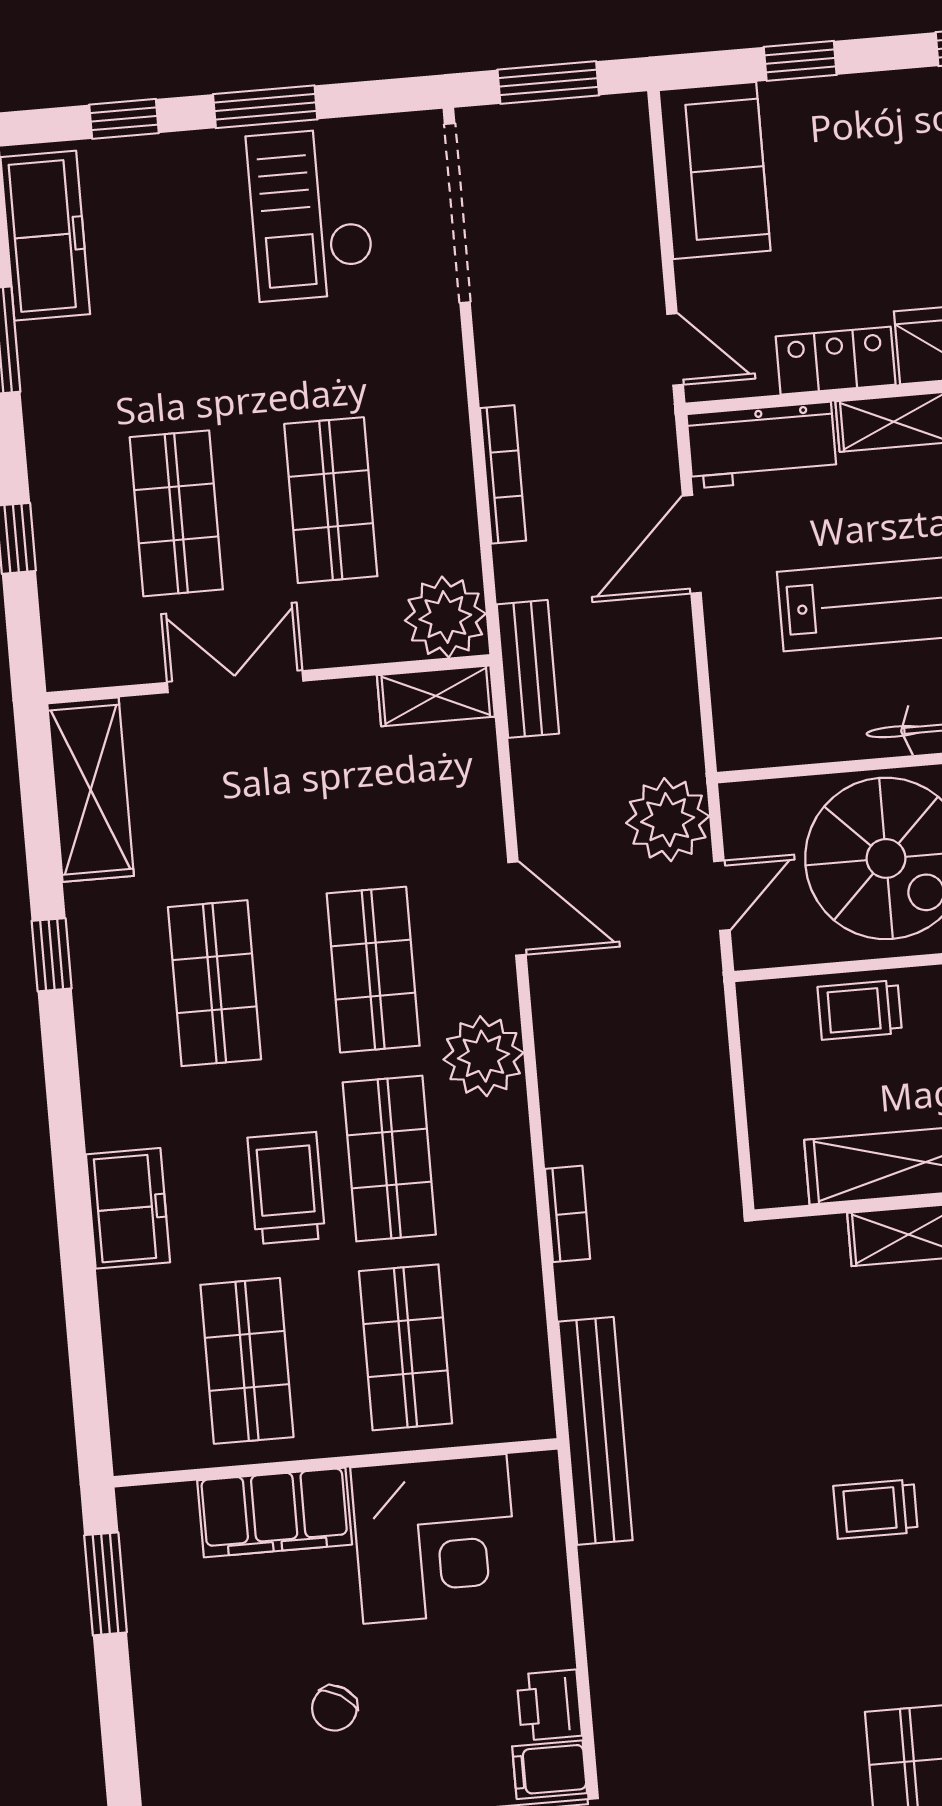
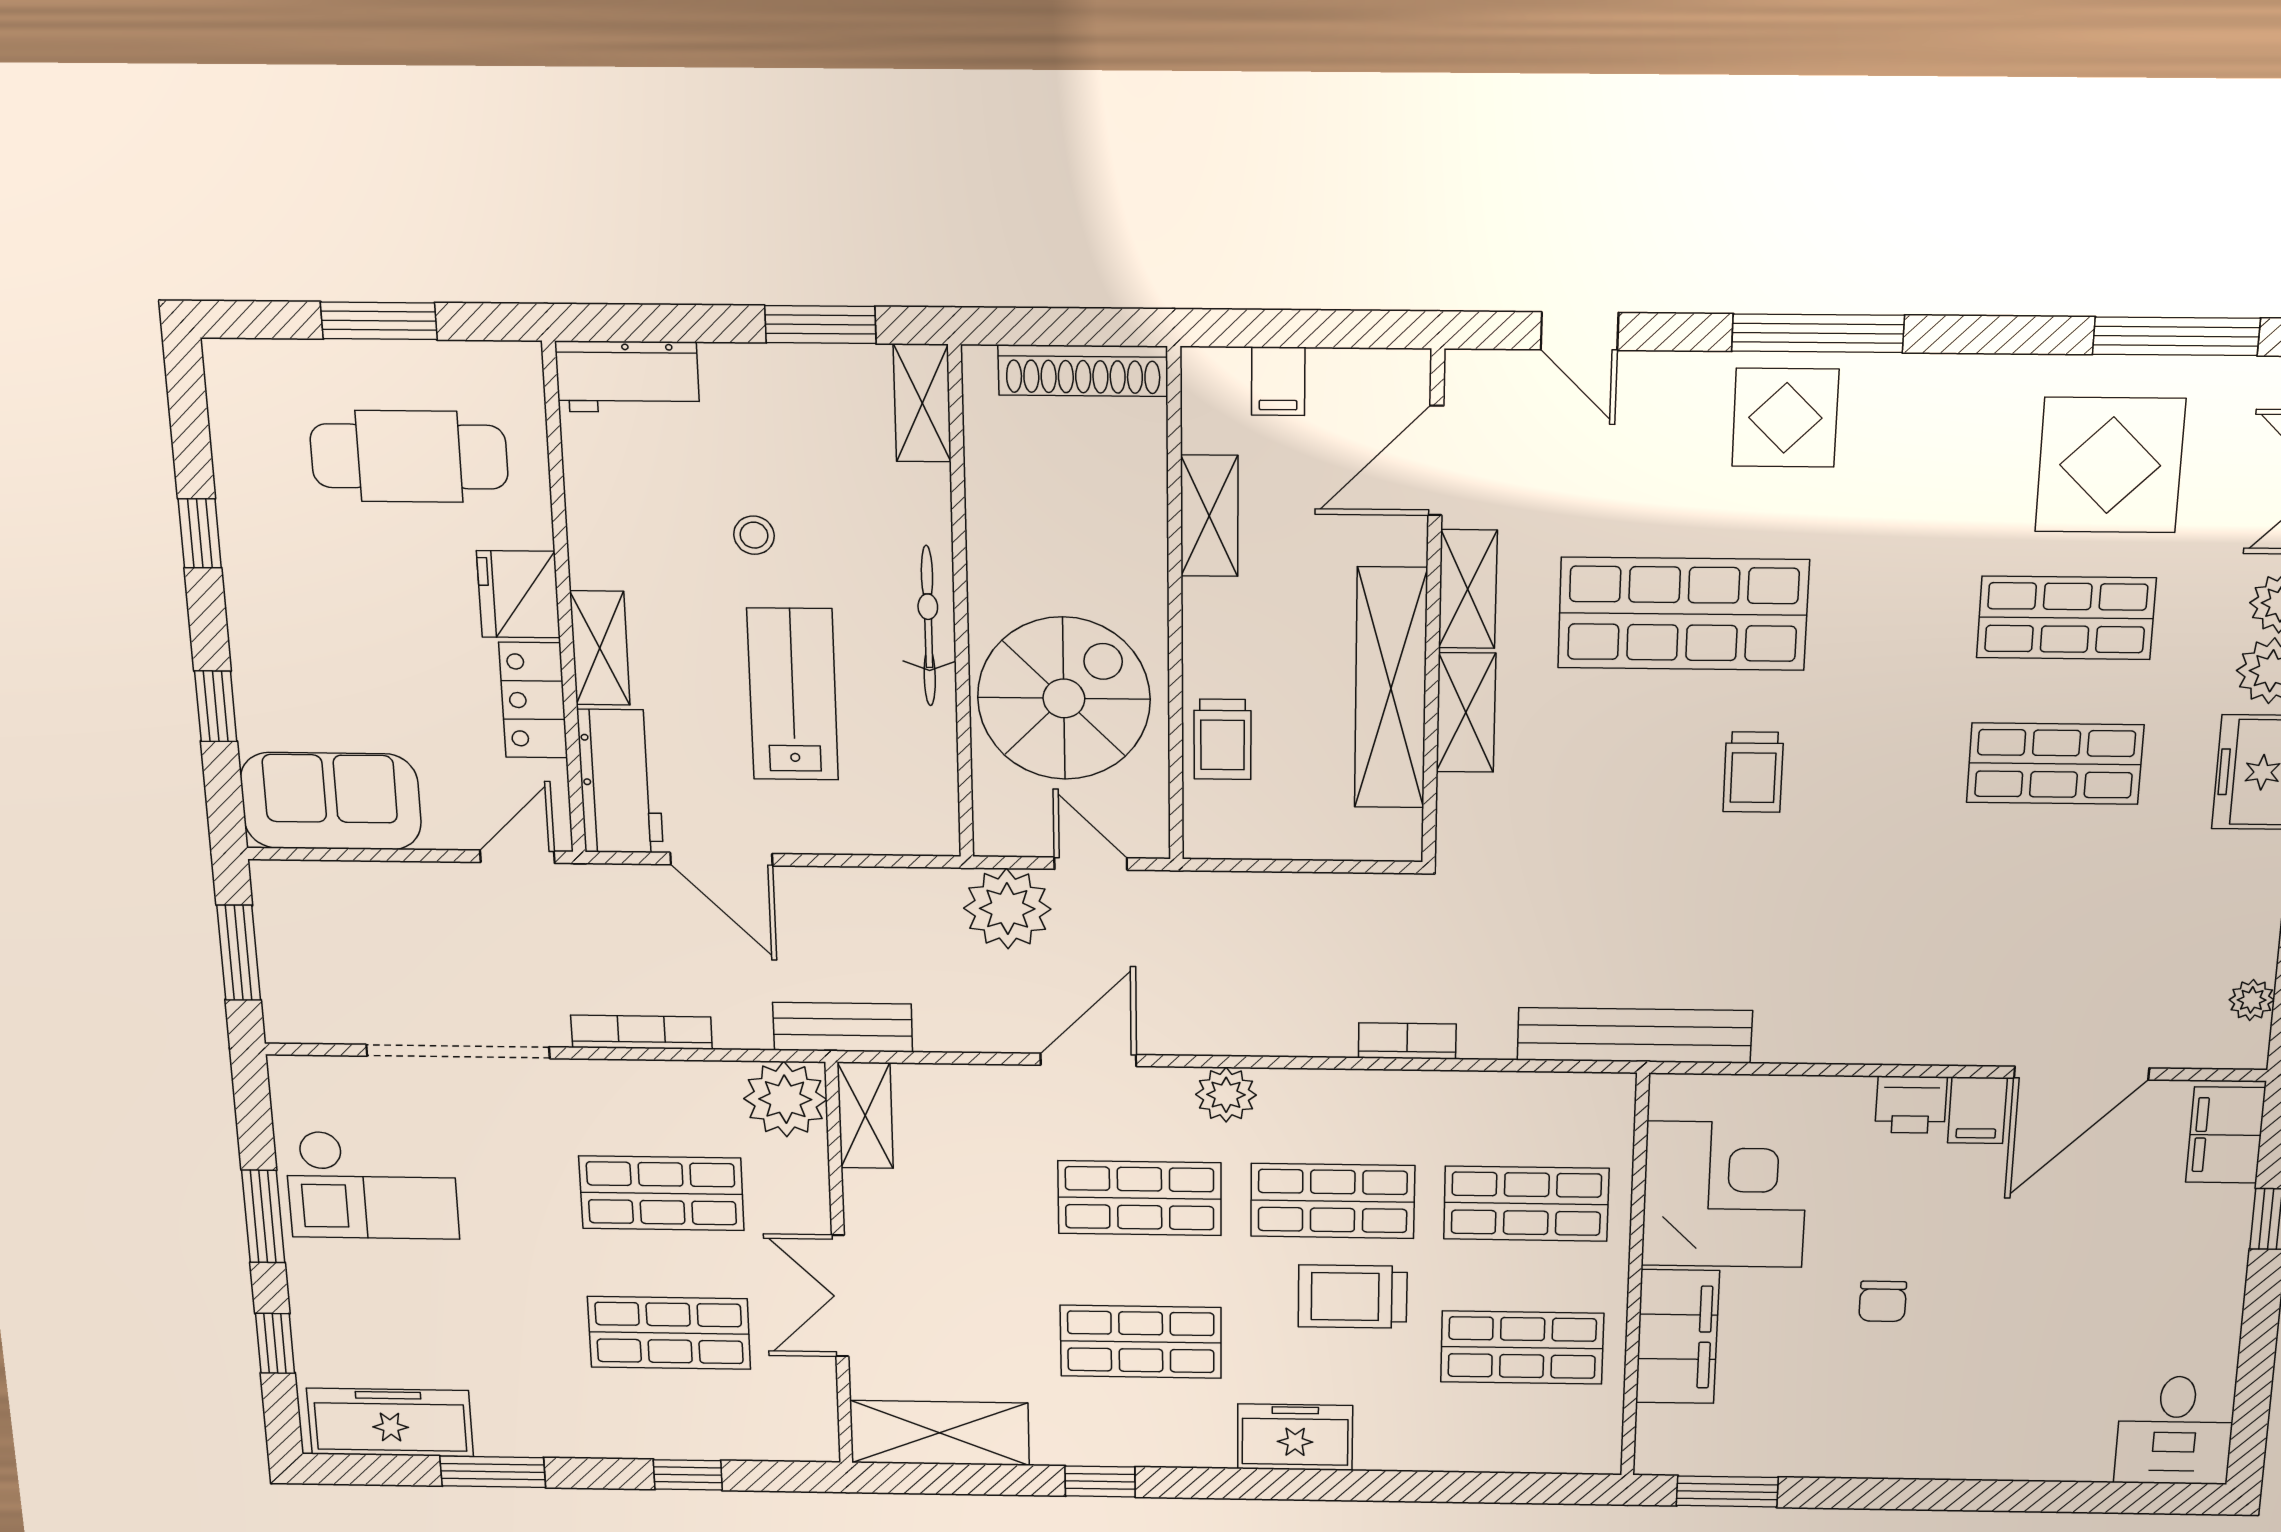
doorway: (457, 213) -> (458, 1051), moved
plant: (483, 1056) -> (1226, 1095), width x0.73, depth x0.73
freezer: (128, 1208) -> (1295, 1437), moved
chair: (334, 1708) -> (1883, 1301), turned 58

